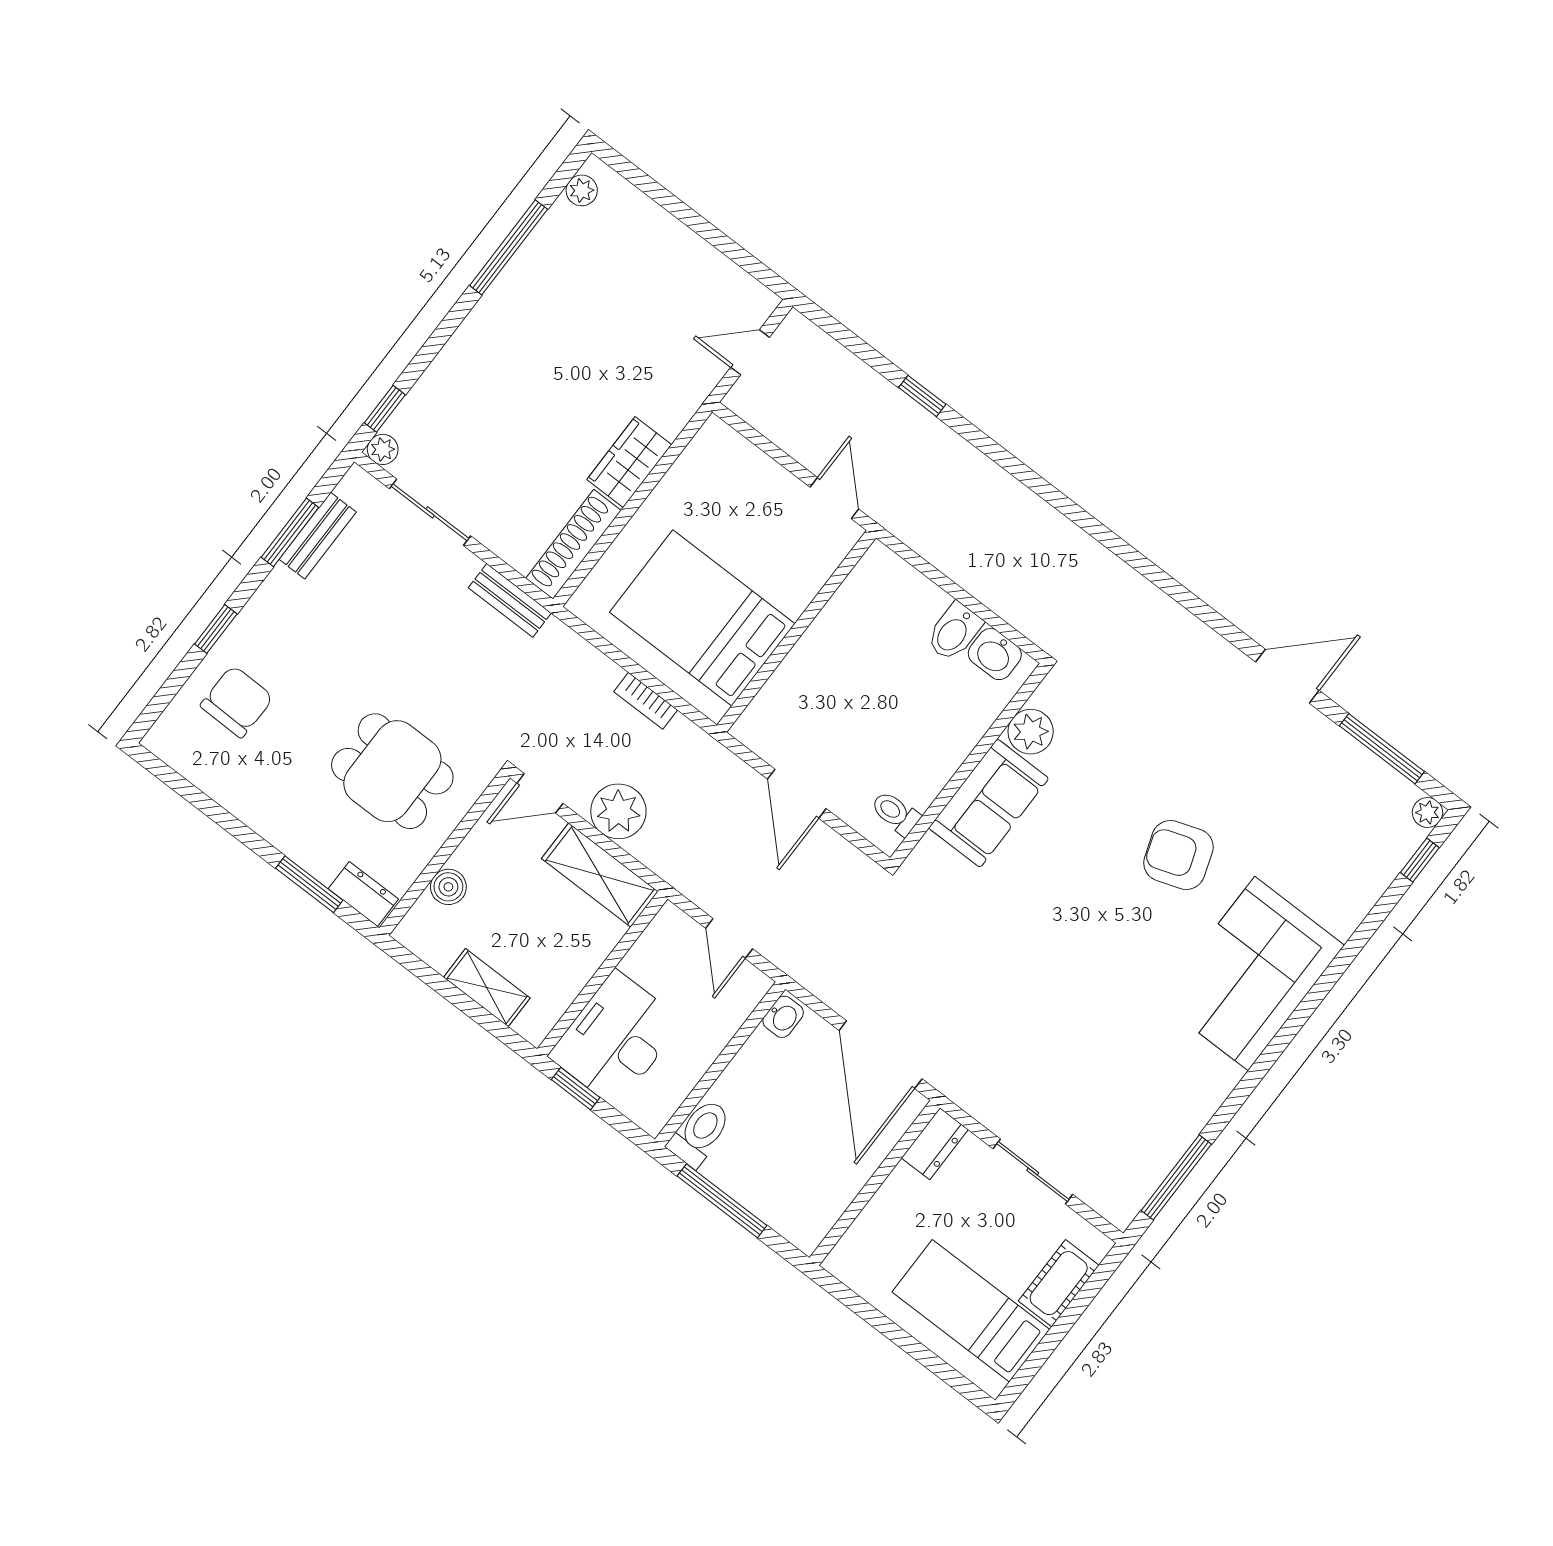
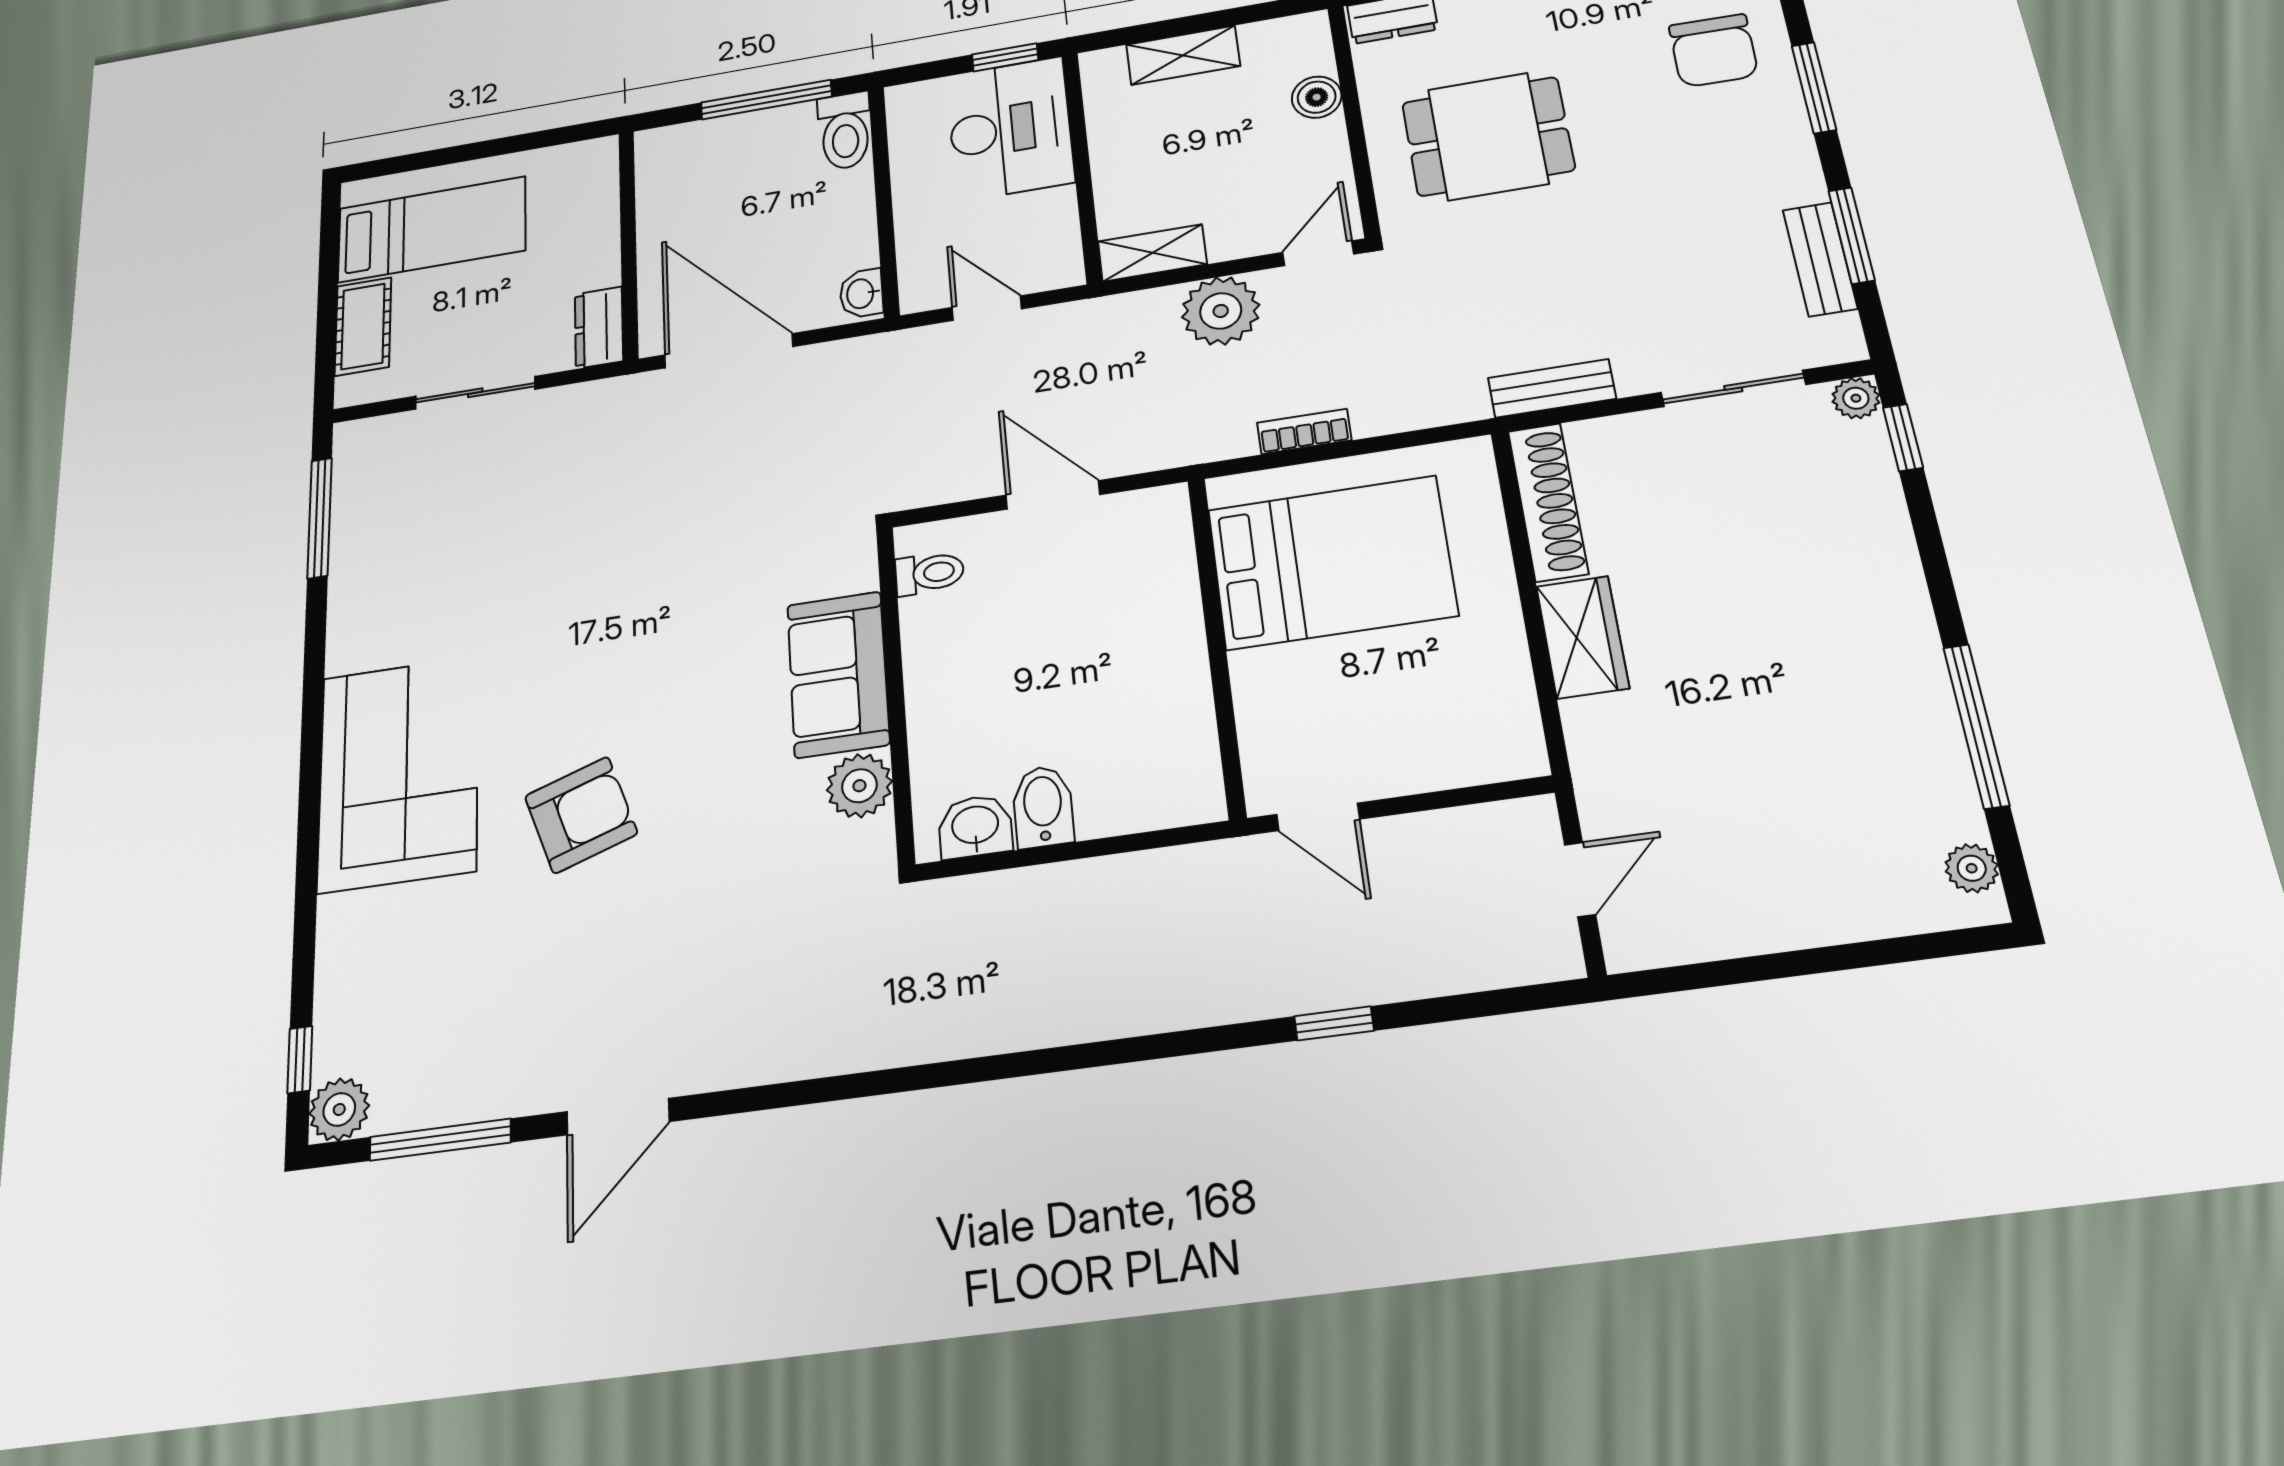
window: (216, 629) -> (1814, 88), width x1.50
plant: (1428, 812) -> (339, 1109), width x1.38, depth x1.38
shelving: (600, 875) -> (1152, 253), width x0.67, depth x0.75

